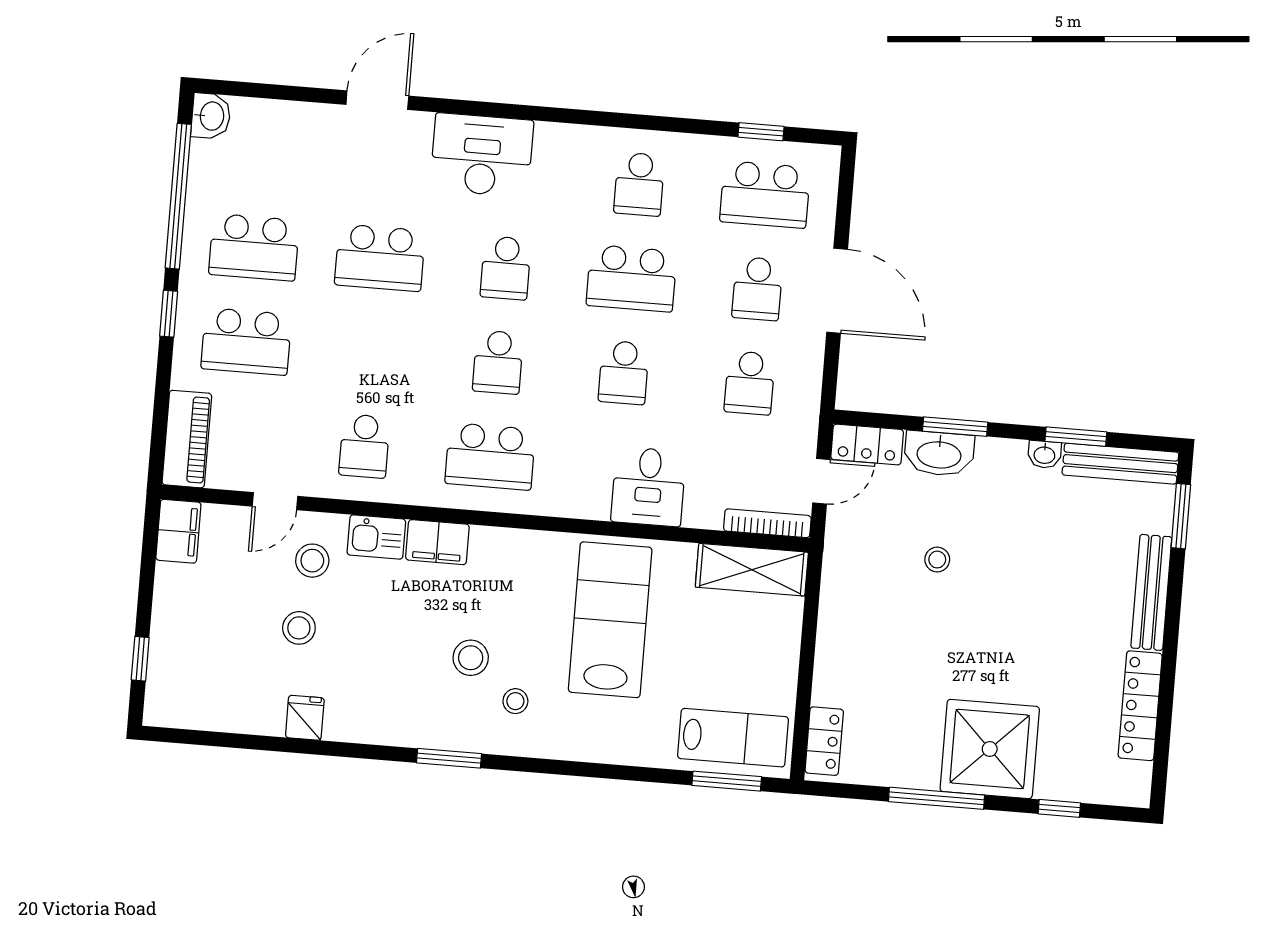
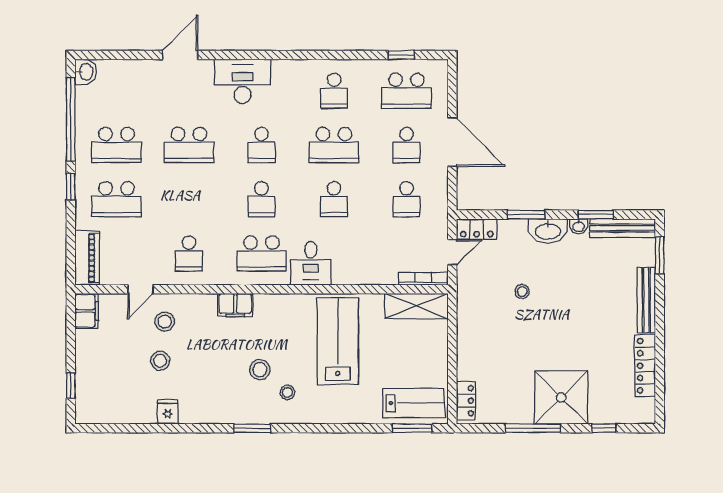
washbasin: (939, 454) -> (548, 231), moved
desk: (648, 487) -> (311, 263), moved
kitchen sink: (376, 537) -> (200, 305), removed

